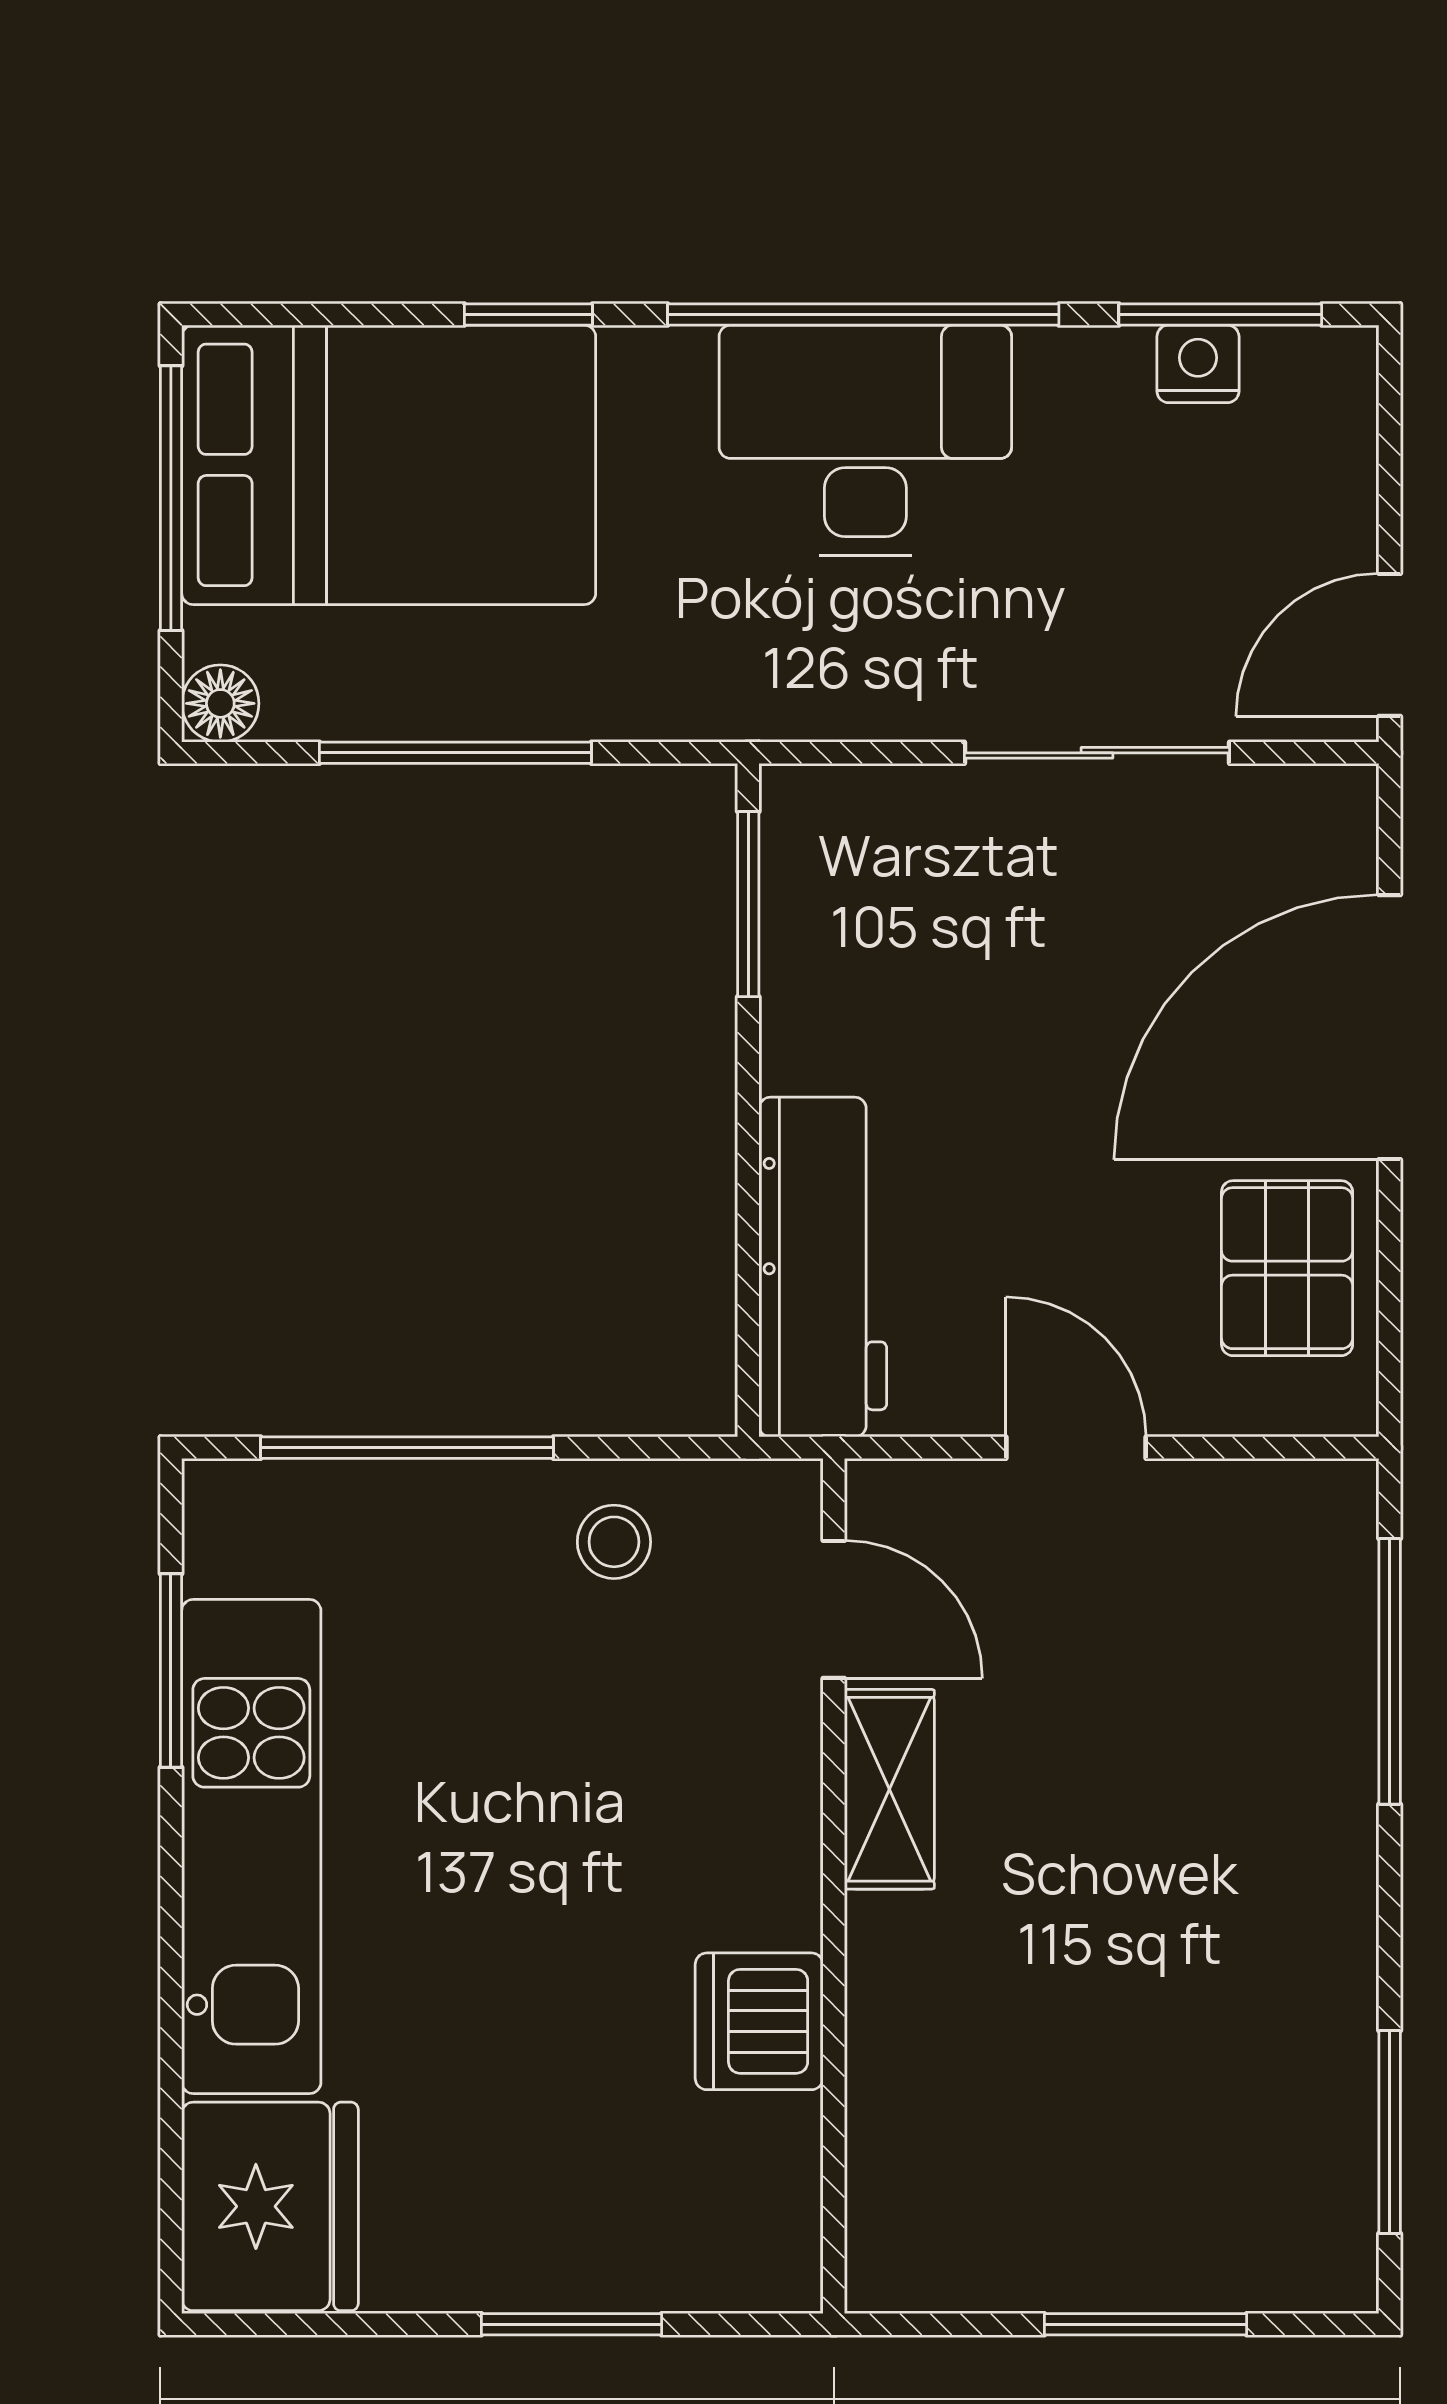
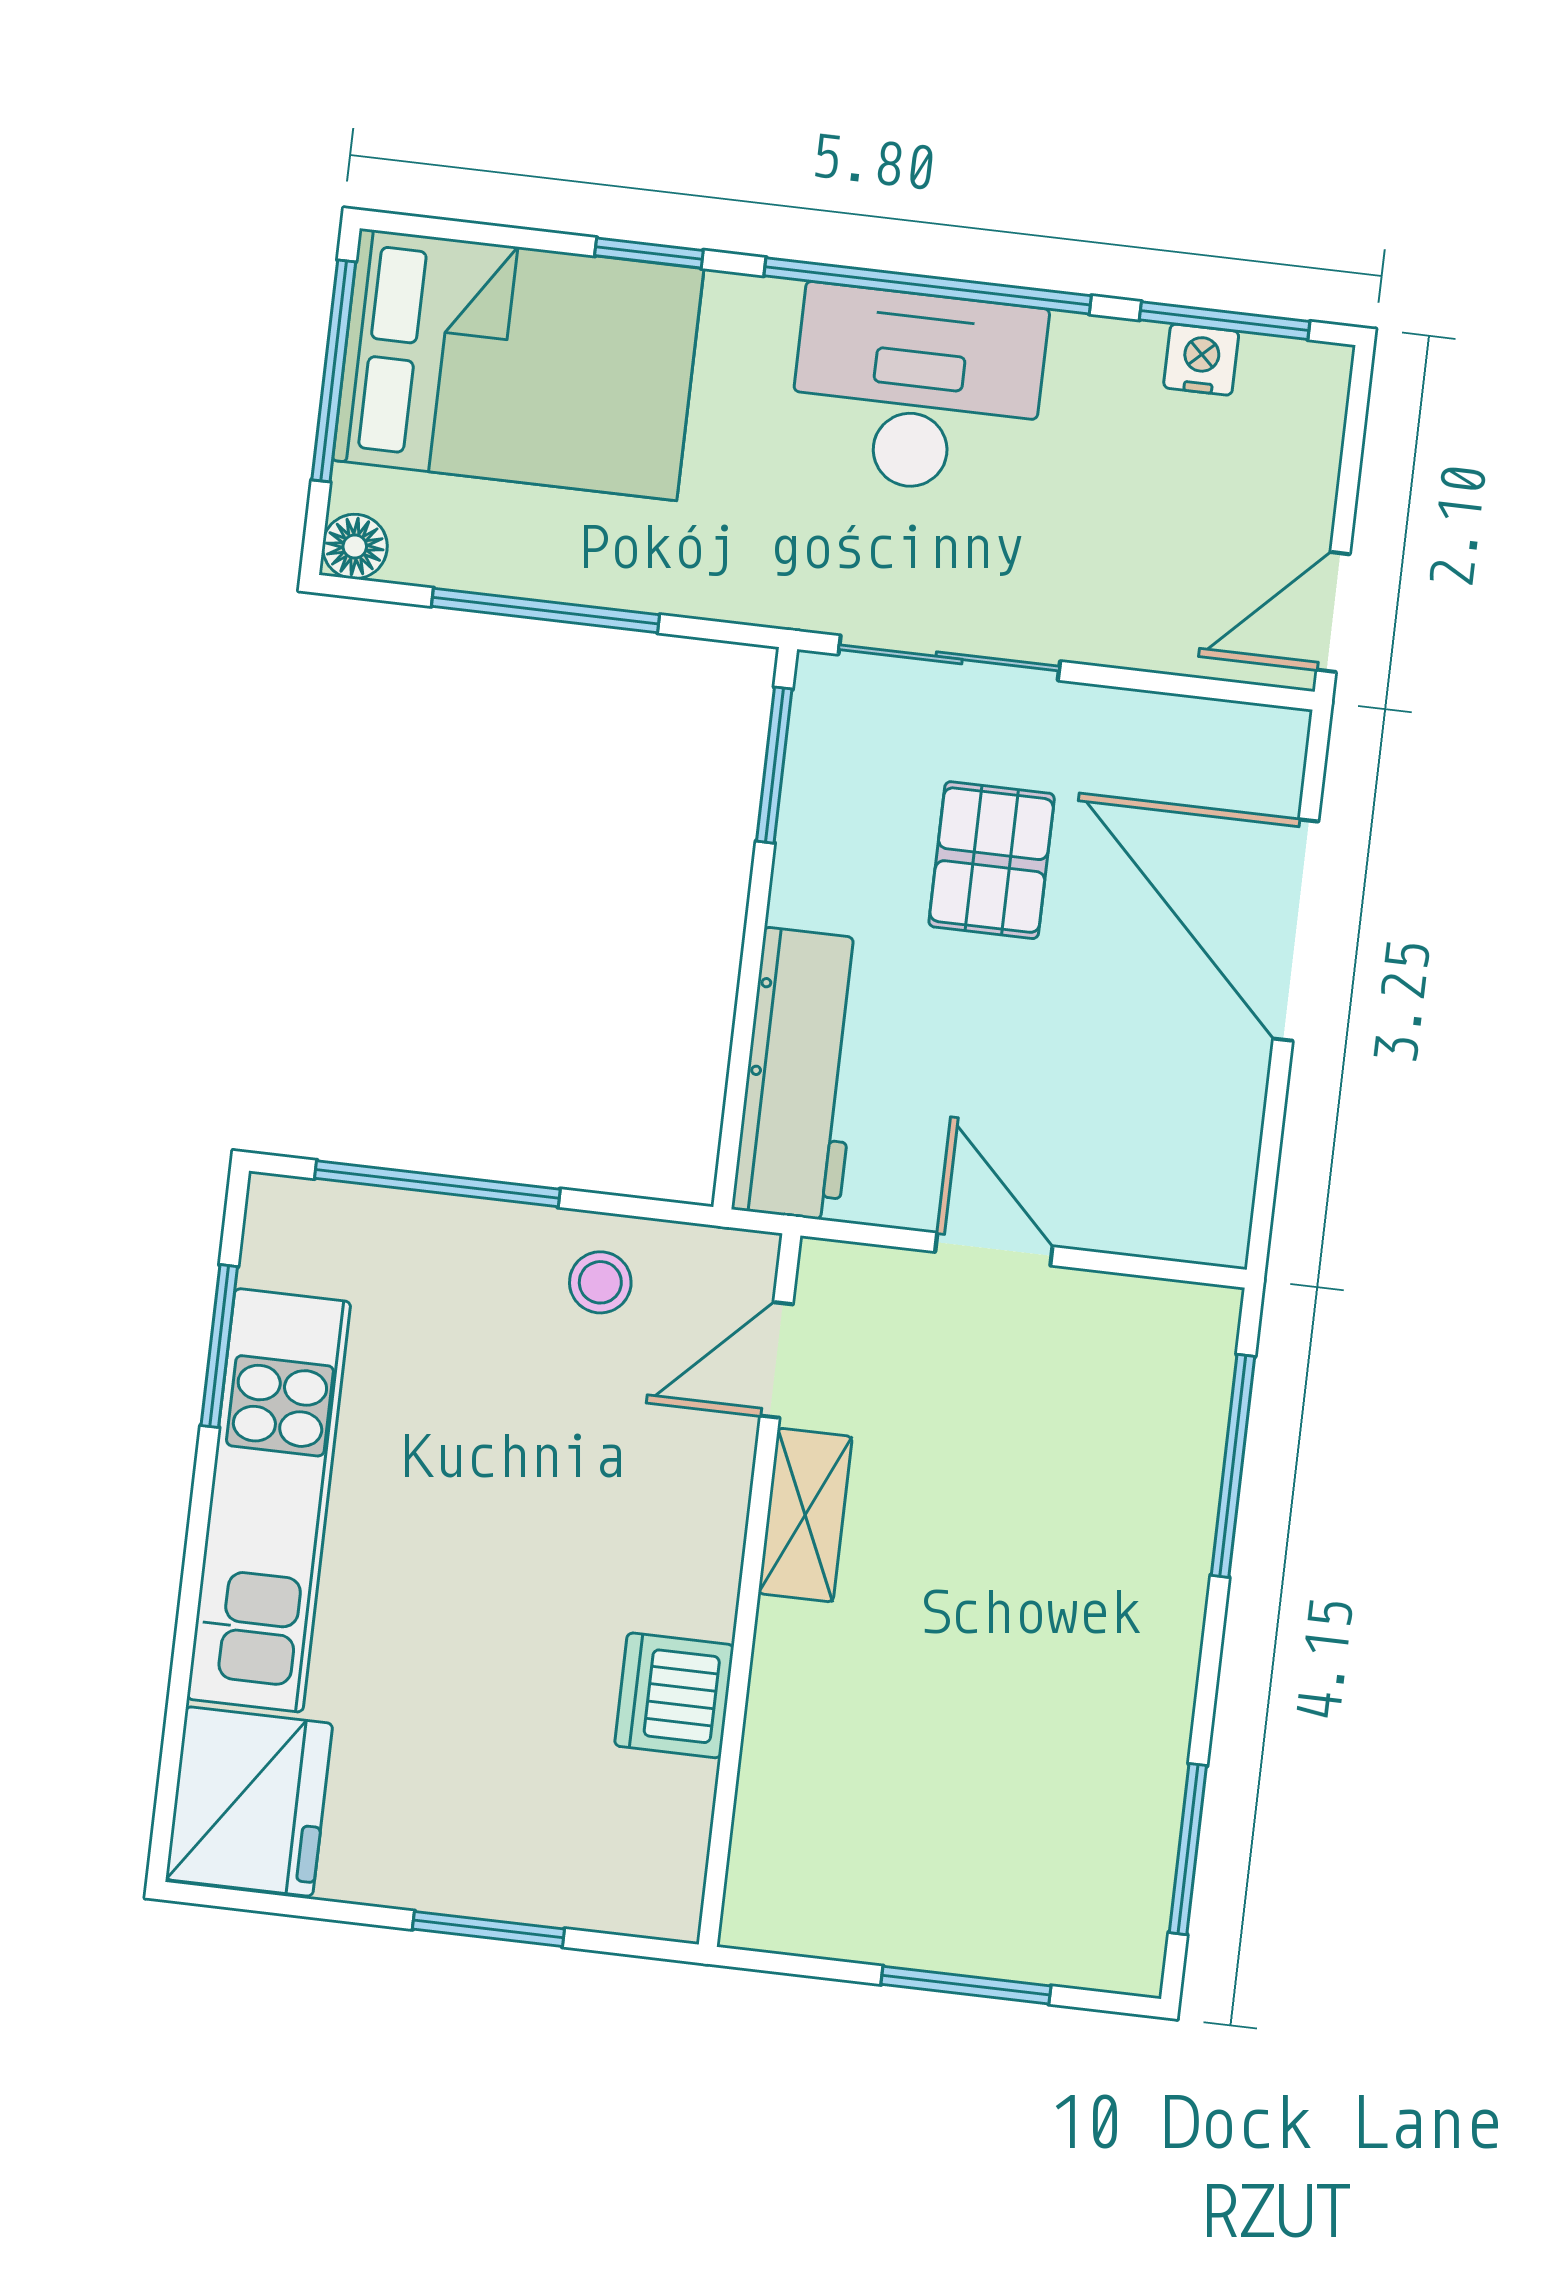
sliding door: (1097, 753) -> (949, 658), moved
door: (1390, 1027) -> (1296, 930), hinge flipped
pallet: (1287, 1268) -> (992, 860), moved
door: (834, 1609) -> (777, 1360), swing flipped

